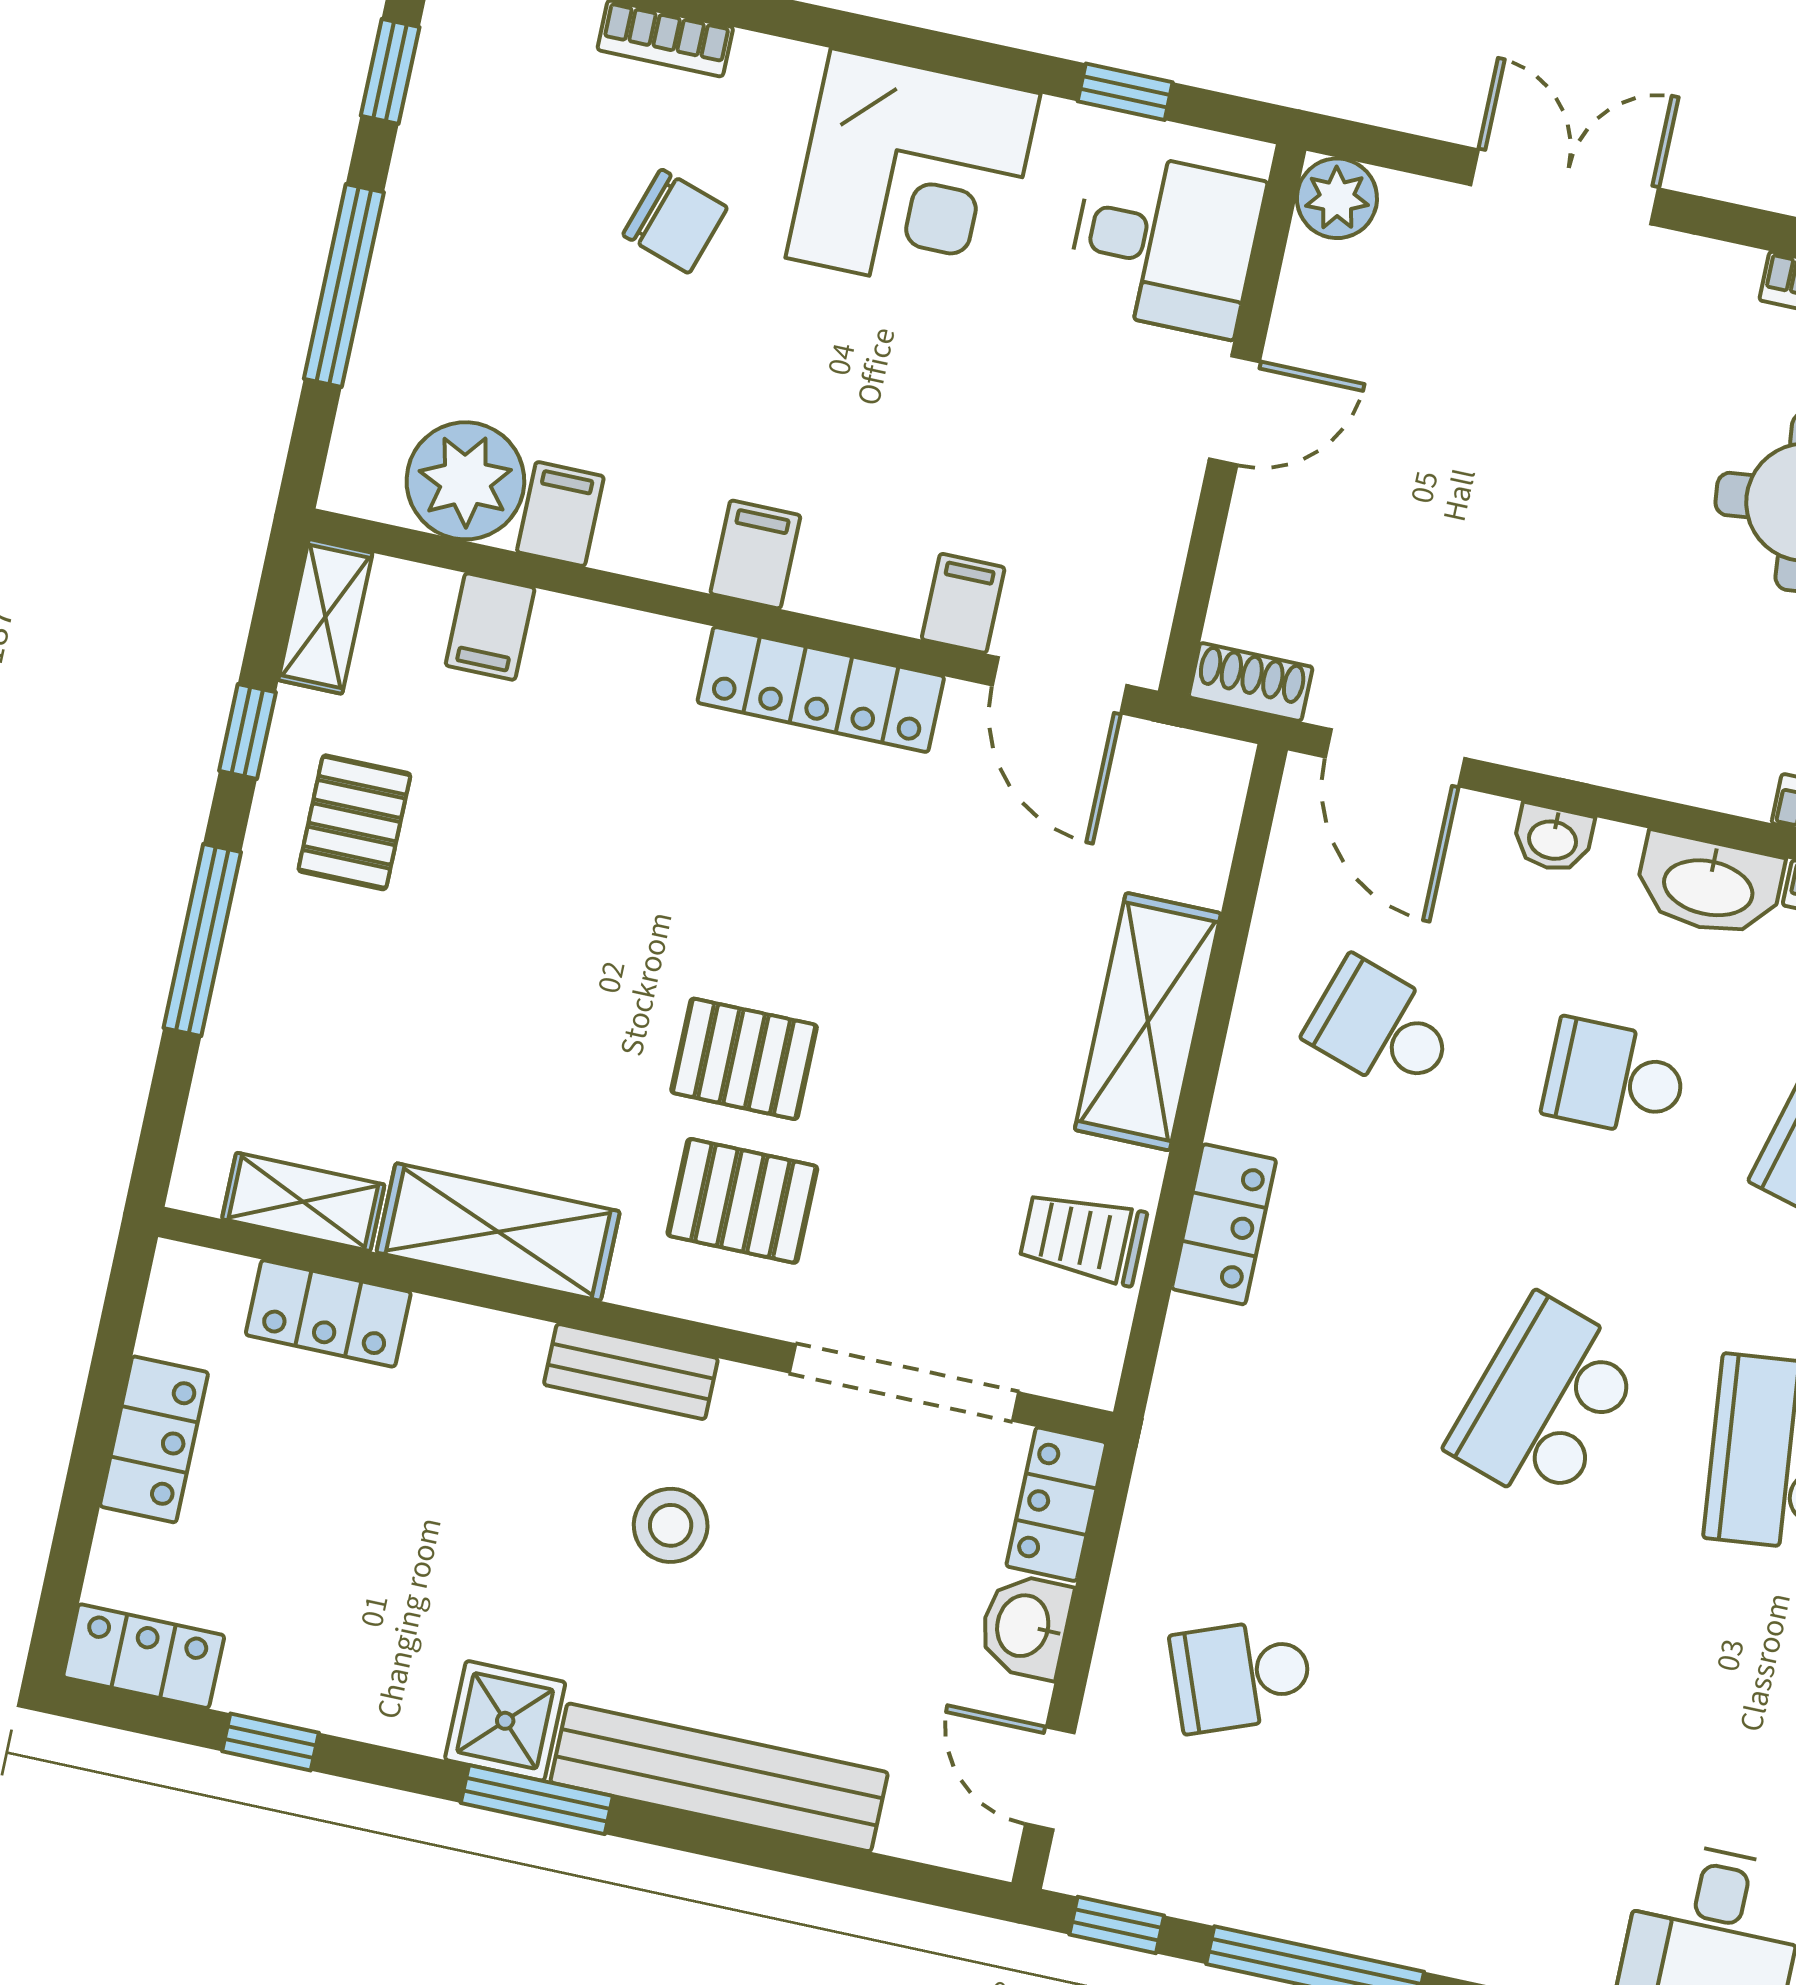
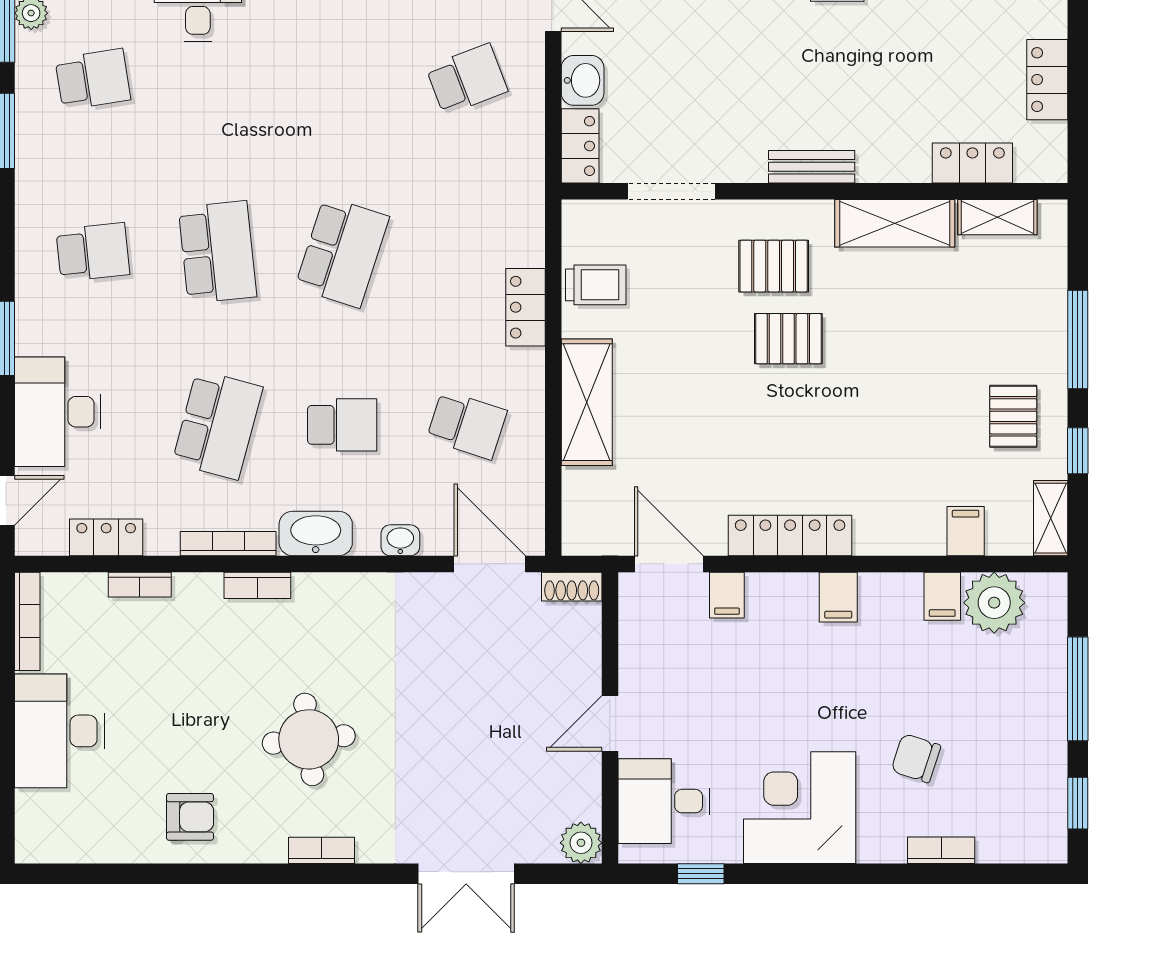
doorway: (904, 1382) -> (671, 191), width x0.73
stool: (671, 1525) -> (774, 93), removed

